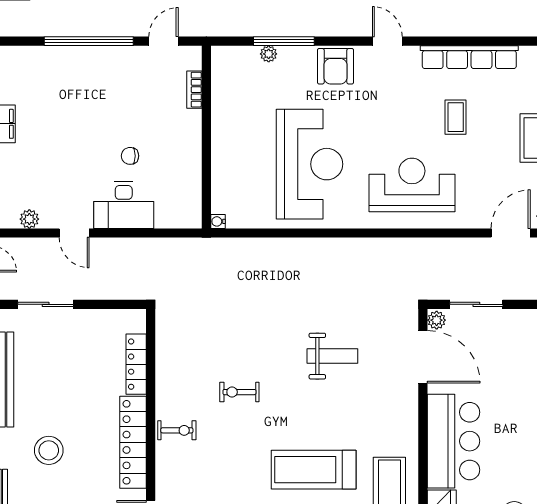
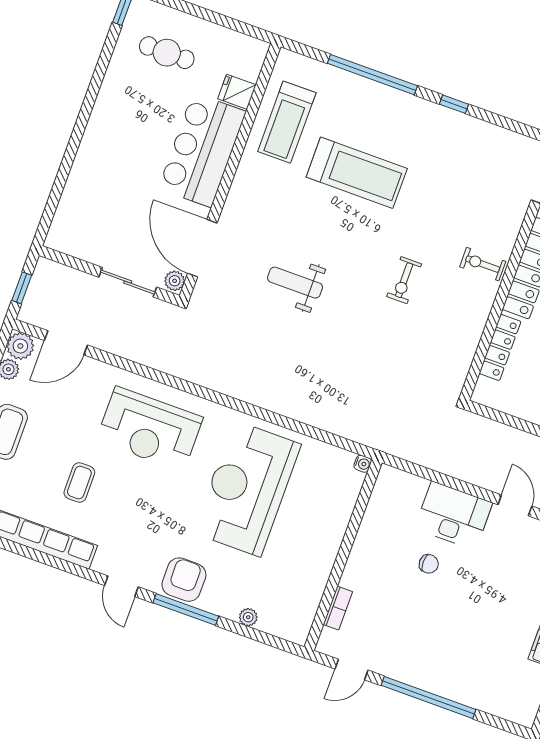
window: (284, 41) -> (186, 610), moved
exercise bike: (239, 392) -> (404, 280), turned 90

